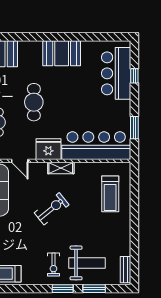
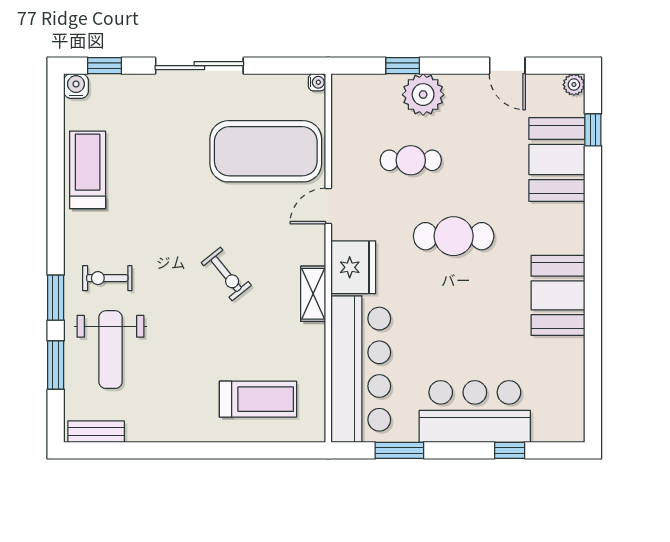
bar counter: (116, 73) -> (475, 412), moved
treadmill: (110, 194) -> (258, 399), turned 180
exercise bike: (52, 209) -> (226, 274), width x0.73, depth x0.72

